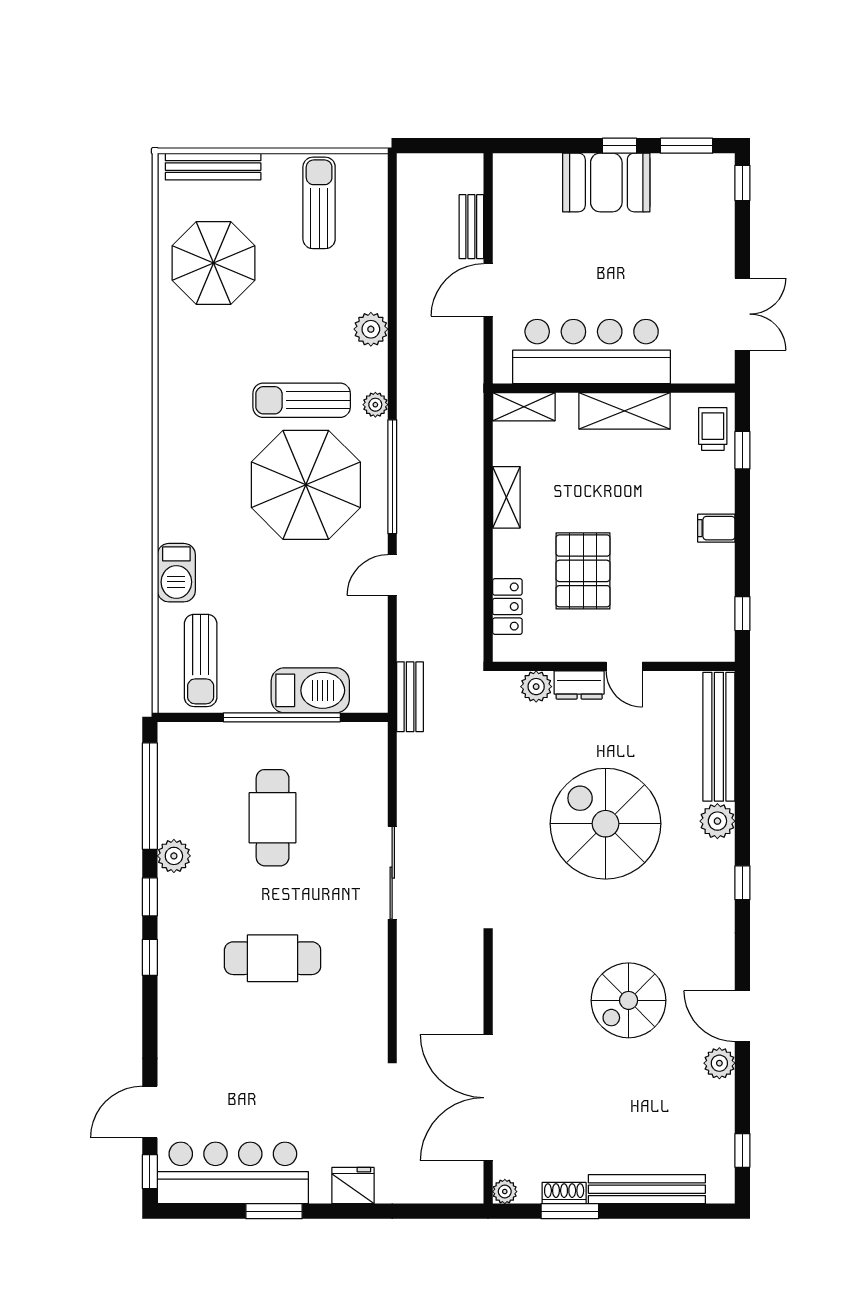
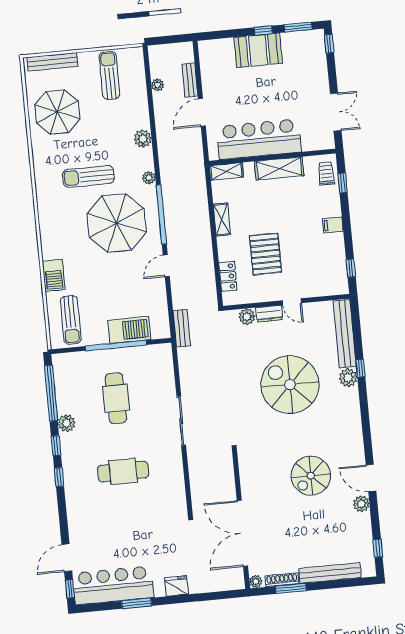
plant: (409, 230) -> (158, 85), added
sun lounger: (302, 400) -> (88, 176), moved
window: (742, 883) -> (360, 368), moved
shoe rack: (564, 1193) -> (282, 580), width x1.43

